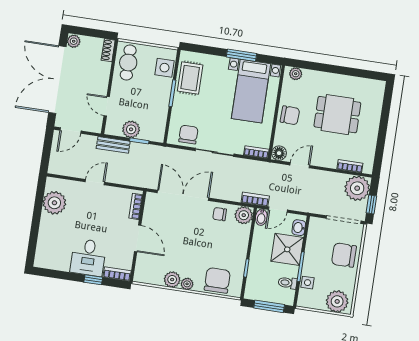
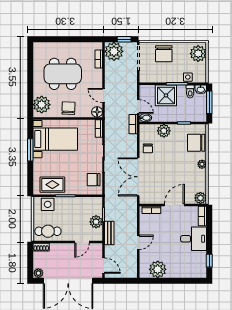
plant: (296, 74) -> (42, 105), width x1.87, depth x1.87
dining table: (337, 115) -> (63, 74), width x1.37
door: (95, 182) -> (138, 242), swing flipped
plant: (244, 215) -> (164, 131), moved
washbasin: (299, 228) -> (201, 89), moved
window: (93, 280) -> (209, 261), moved
plant: (172, 280) -> (200, 198), moved

